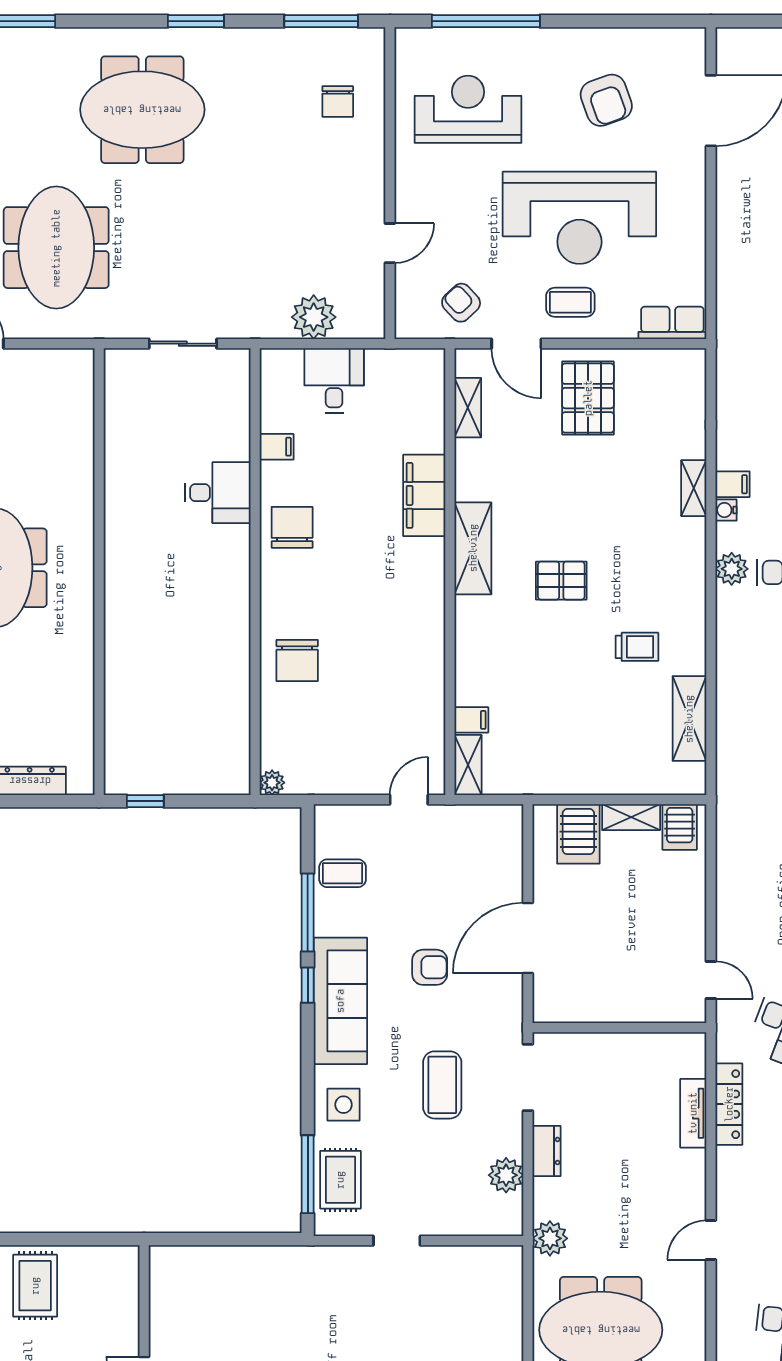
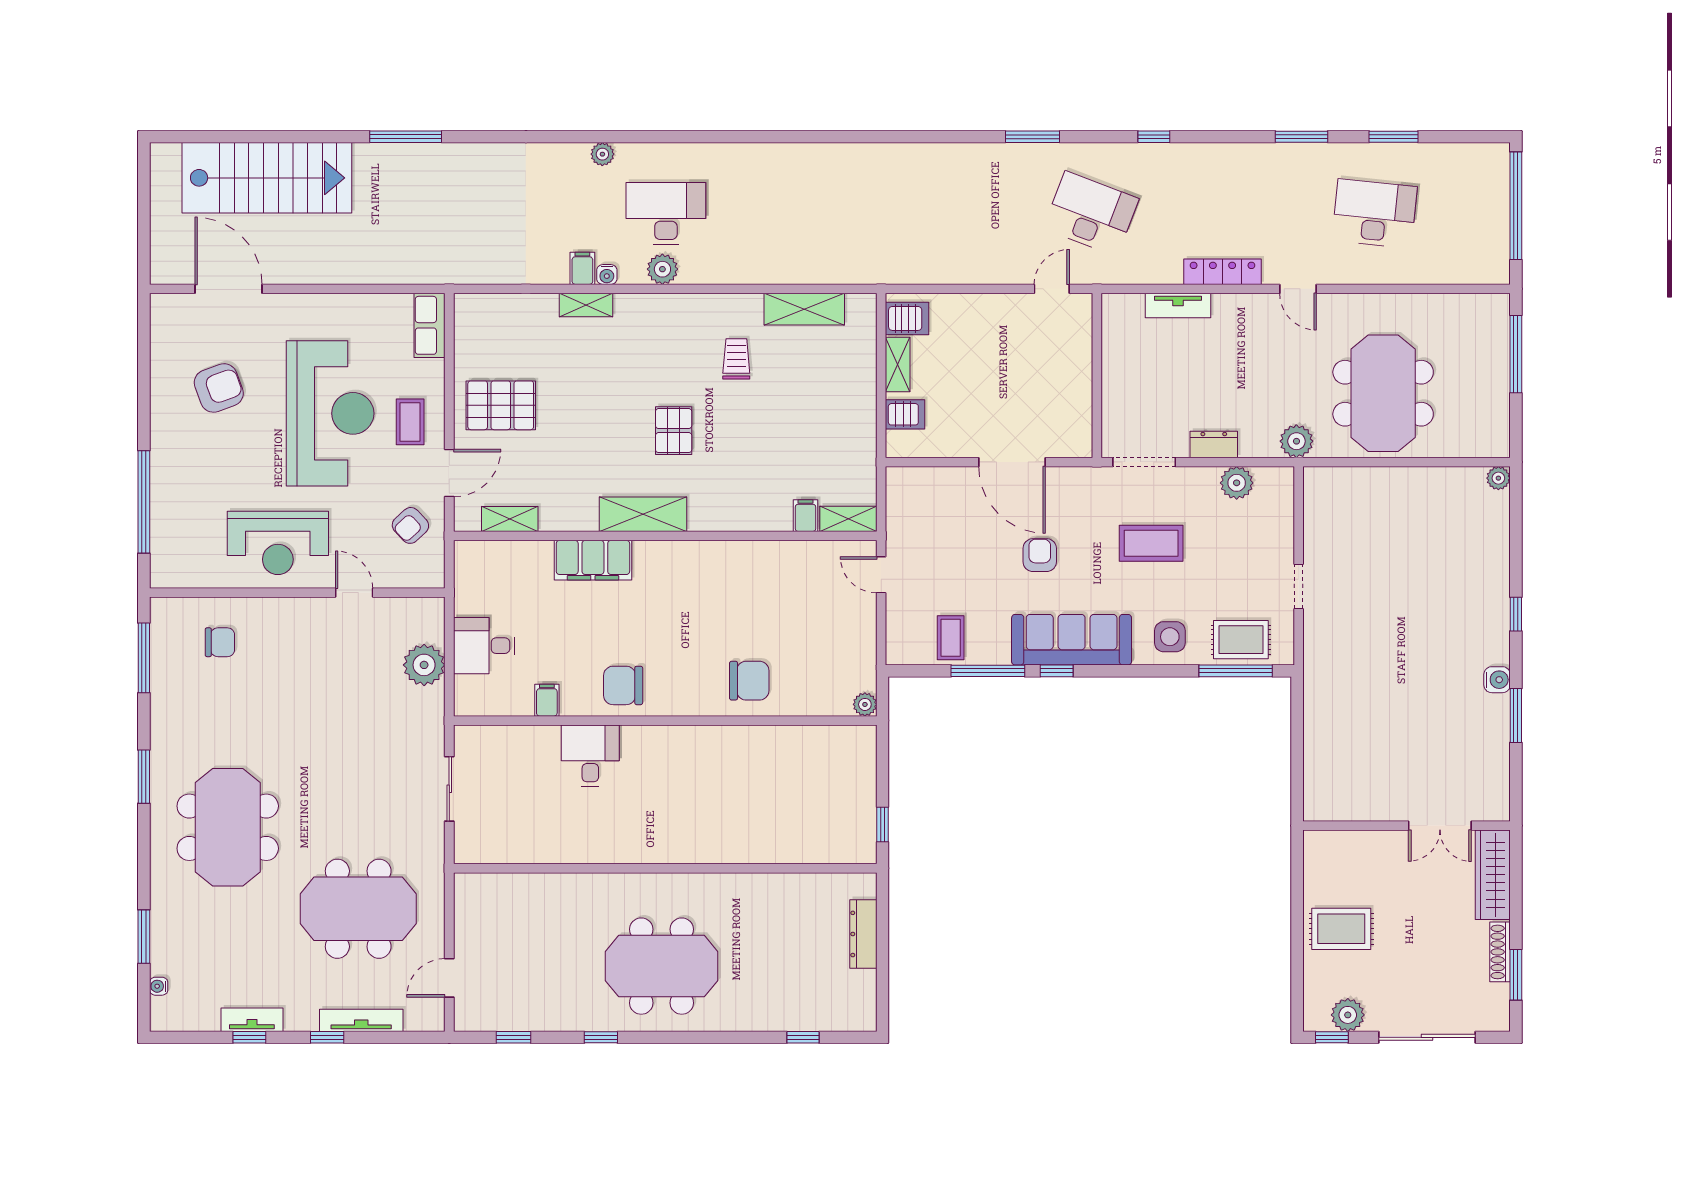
reception desk: (468, 109) -> (278, 543), moved, turned -90
server rack: (578, 834) -> (905, 414), width x0.73, depth x0.70
locker: (729, 1104) -> (1222, 272), moved

